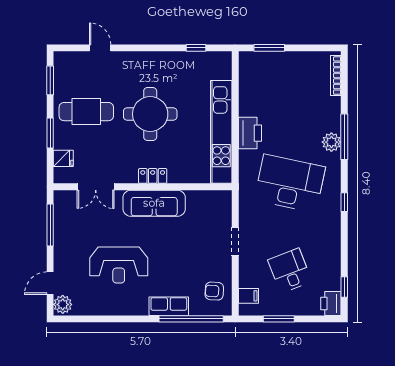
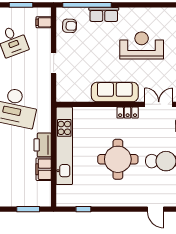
filing cabinet: (249, 101) -> (44, 169), added
locker: (153, 176) -> (128, 113), moved

